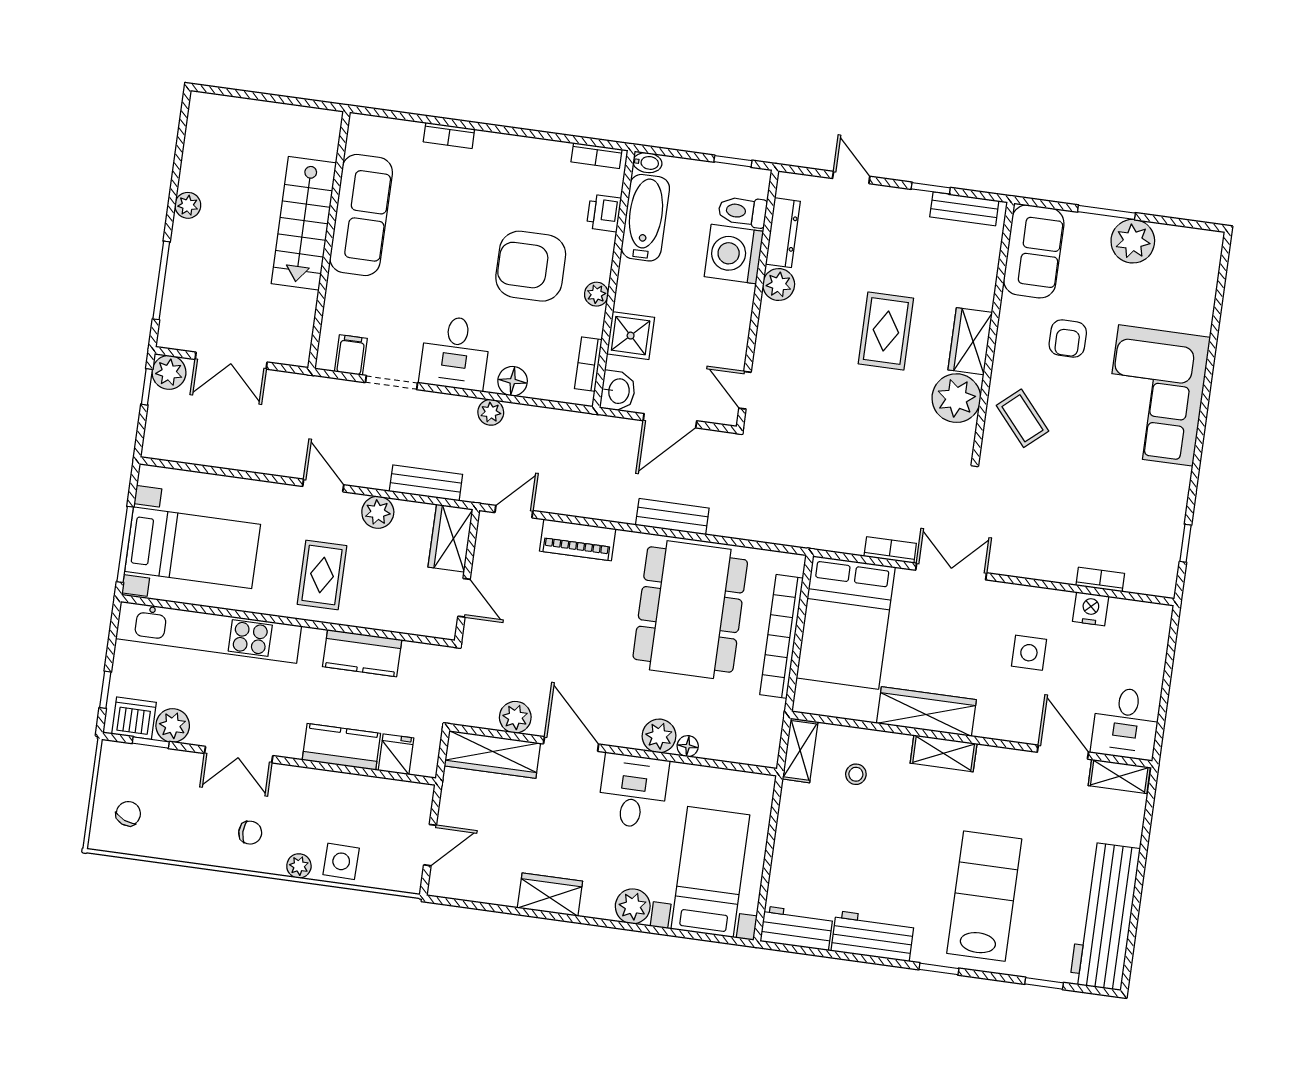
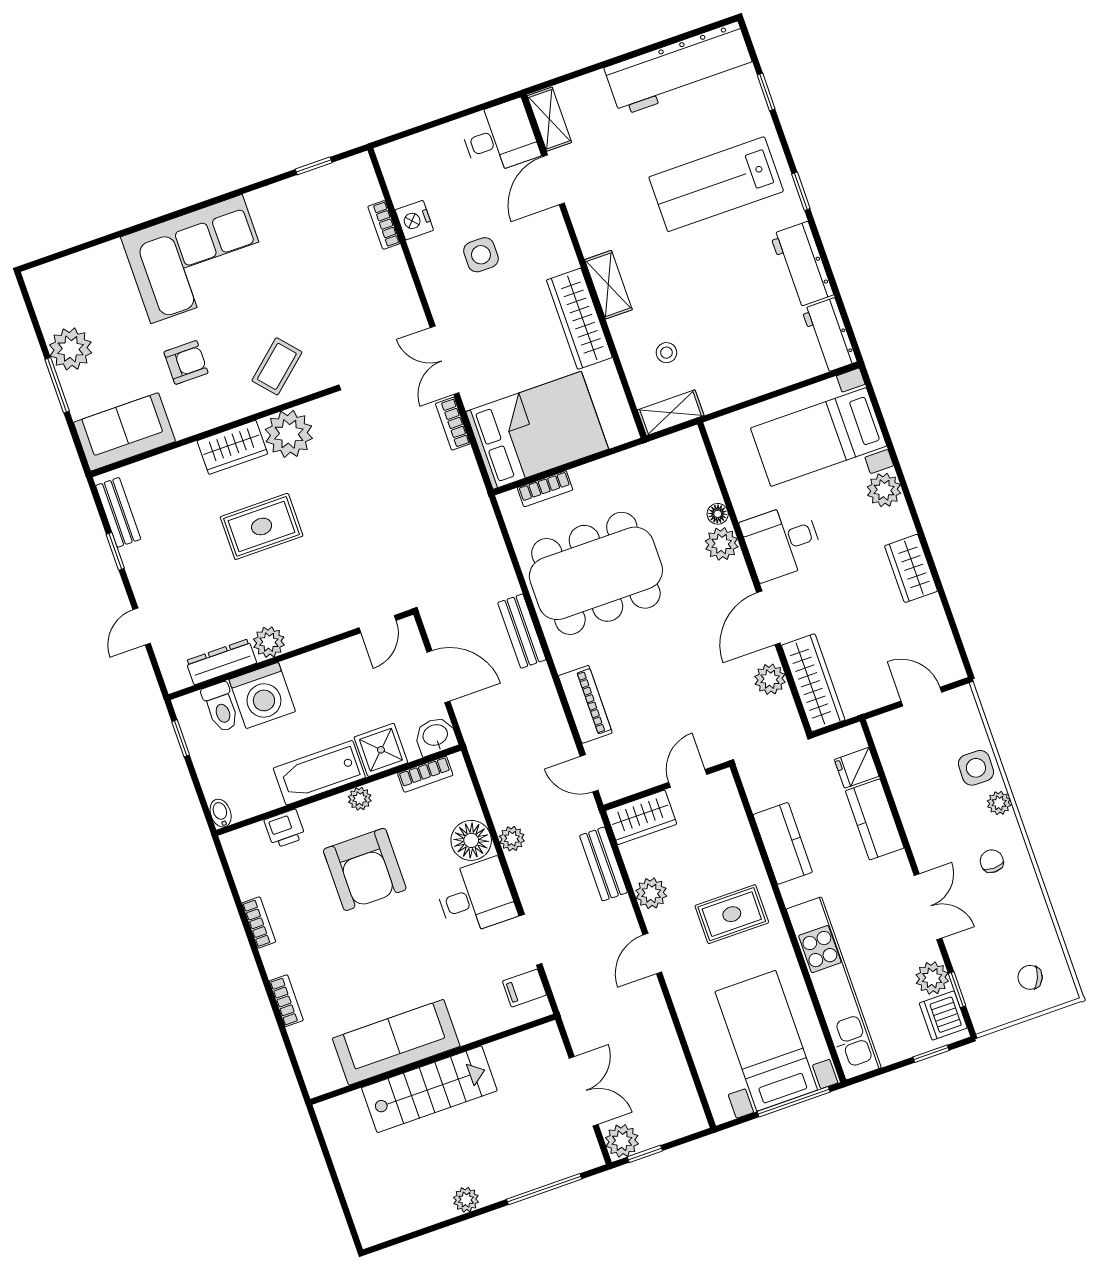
bookcase: (597, 156) -> (259, 922), moved
bathtub: (645, 218) -> (319, 773), moved
floor lamp: (513, 381) -> (471, 840), width x1.38, depth x1.38
bookcase: (782, 636) -> (545, 489), width x0.43, depth x0.76

